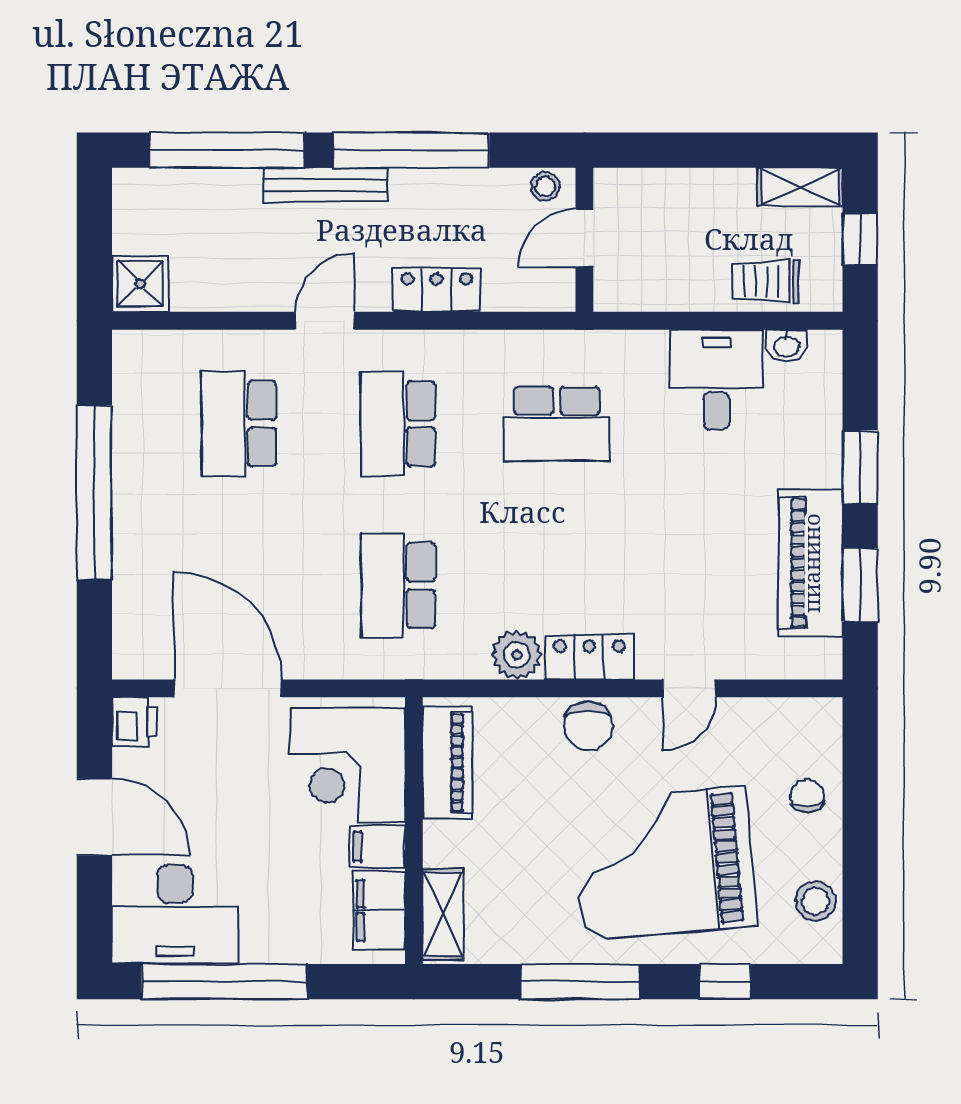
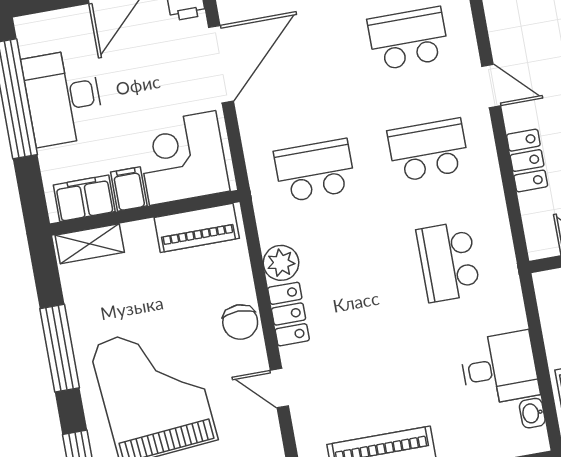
chair: (588, 726) -> (240, 322), turned -90
desk: (175, 914) -> (63, 97), moved

